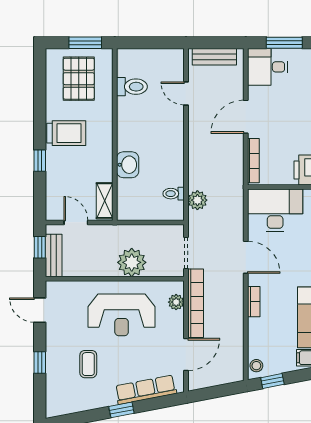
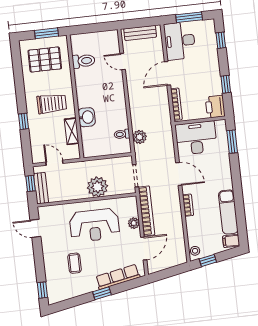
desk: (268, 67) -> (180, 41), width x1.37
pallet: (79, 79) -> (45, 60), turned 90
trolley: (66, 133) -> (52, 104), moved
shelving: (105, 201) -> (72, 131), moved
plant: (176, 302) -> (134, 223), moved
window: (40, 363) -> (42, 290), moved

